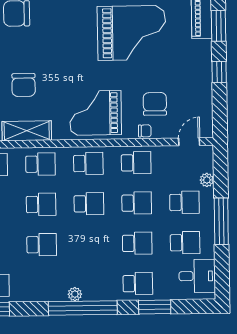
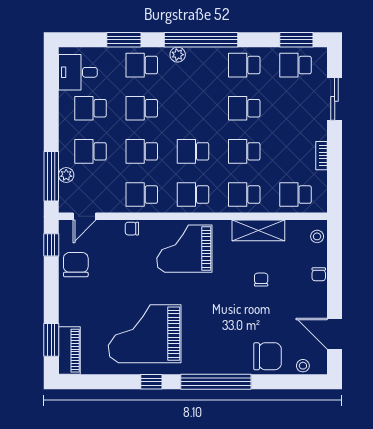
window: (219, 72) -> (51, 245), moved
chair: (24, 85) -> (261, 280), width x0.54, depth x0.54
chair: (155, 104) -> (76, 265), moved, turned 180
grand piano: (96, 113) -> (184, 249), turned 180
window: (221, 221) -> (51, 176), moved
school desk: (42, 285) -> (244, 65), added
plant: (75, 294) -> (178, 55), moved

